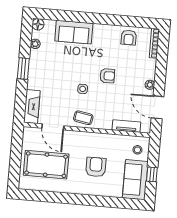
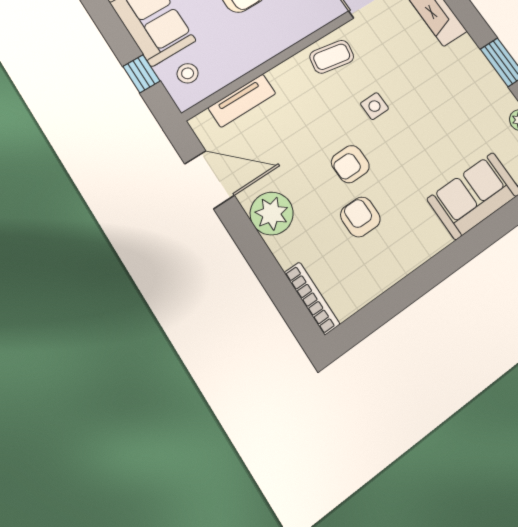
armchair: (129, 38) -> (360, 217), moved
plant: (150, 85) -> (272, 213), width x1.87, depth x1.87
window: (152, 174) -> (141, 74), moved

